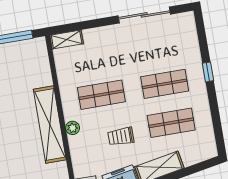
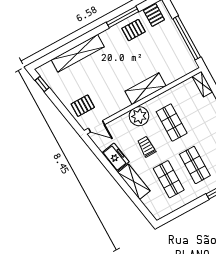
shelving: (50, 124) -> (146, 89), width x0.68
plant: (73, 128) -> (139, 116), width x1.88, depth x1.88

